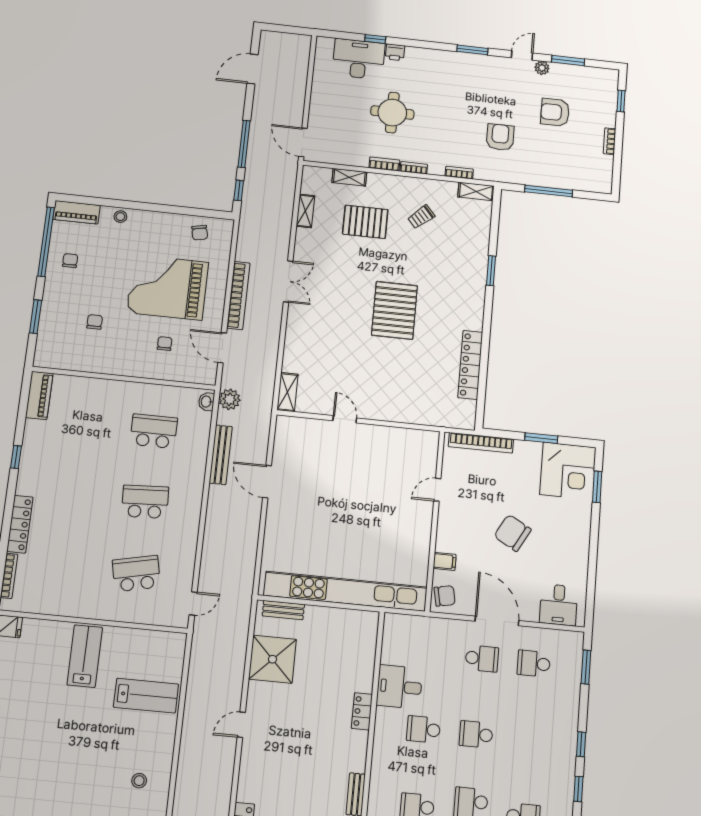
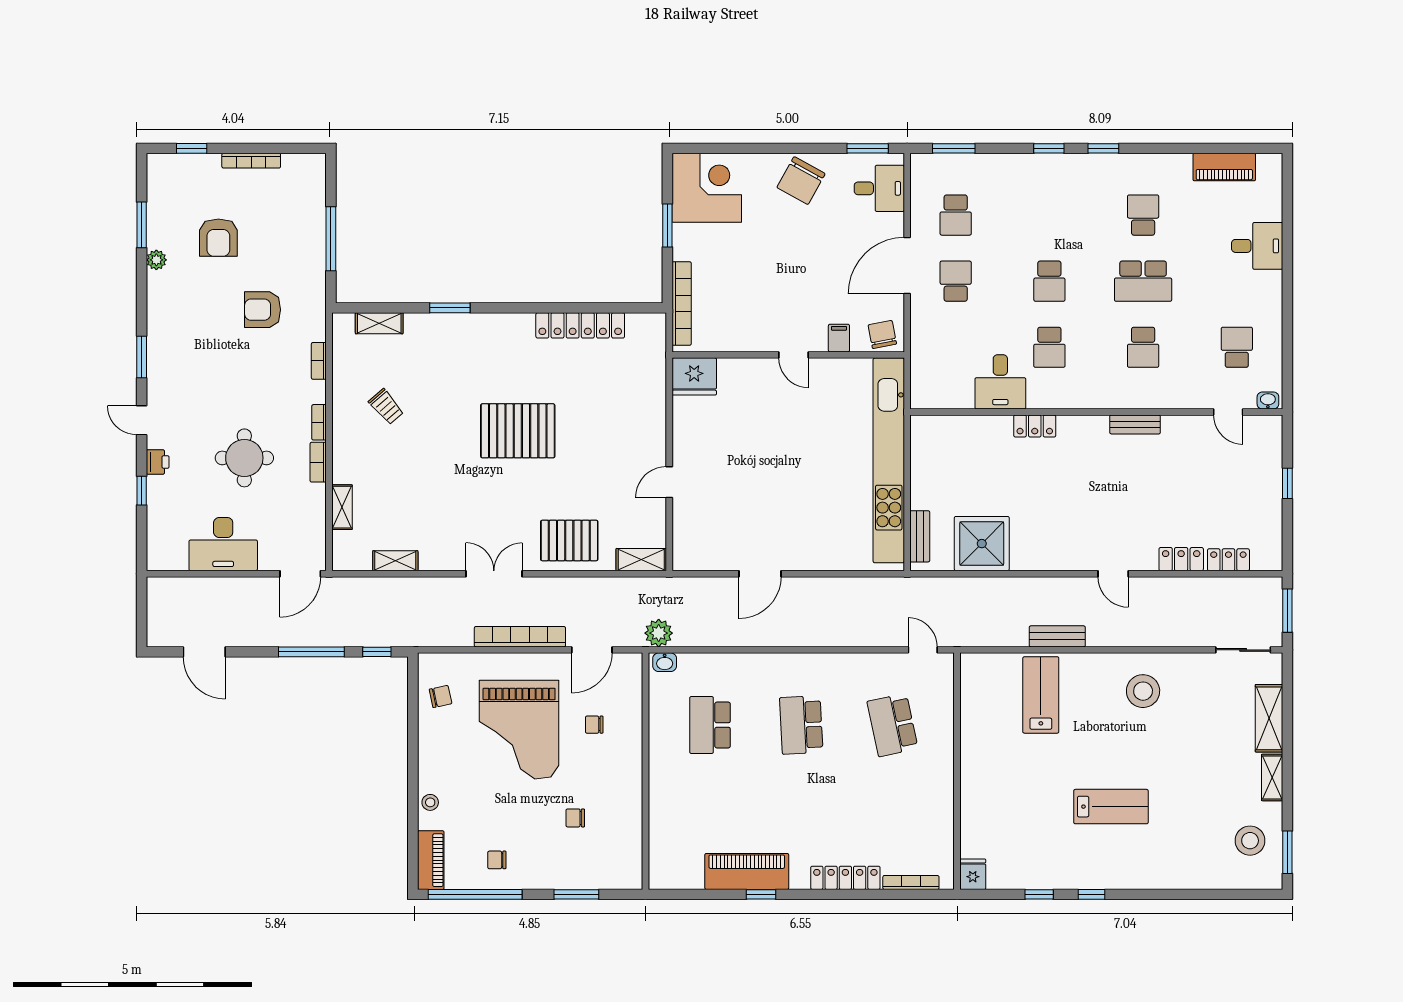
door: (522, 55) -> (142, 420), moved
desk: (359, 59) -> (223, 544), moved, turned -90
bookcase: (610, 141) -> (251, 161), width x1.56
shelving: (476, 191) -> (379, 323), moved, turned 90
pallet: (365, 222) -> (569, 540), moved, turned 90
piano: (39, 395) -> (747, 871), moved, width x1.37, depth x1.33
fridge: (424, 447) -> (694, 376), added
bench: (221, 455) -> (1057, 636), moved, width x0.73
window: (597, 487) -> (868, 148), moved
door: (437, 490) -> (793, 355), moved
chair: (513, 533) -> (801, 181), moved
lab bench: (85, 656) -> (1111, 807), moved, turned 180
door: (241, 725) -> (1113, 574), moved
stool: (139, 781) -> (1143, 691), width x1.89, depth x1.89

